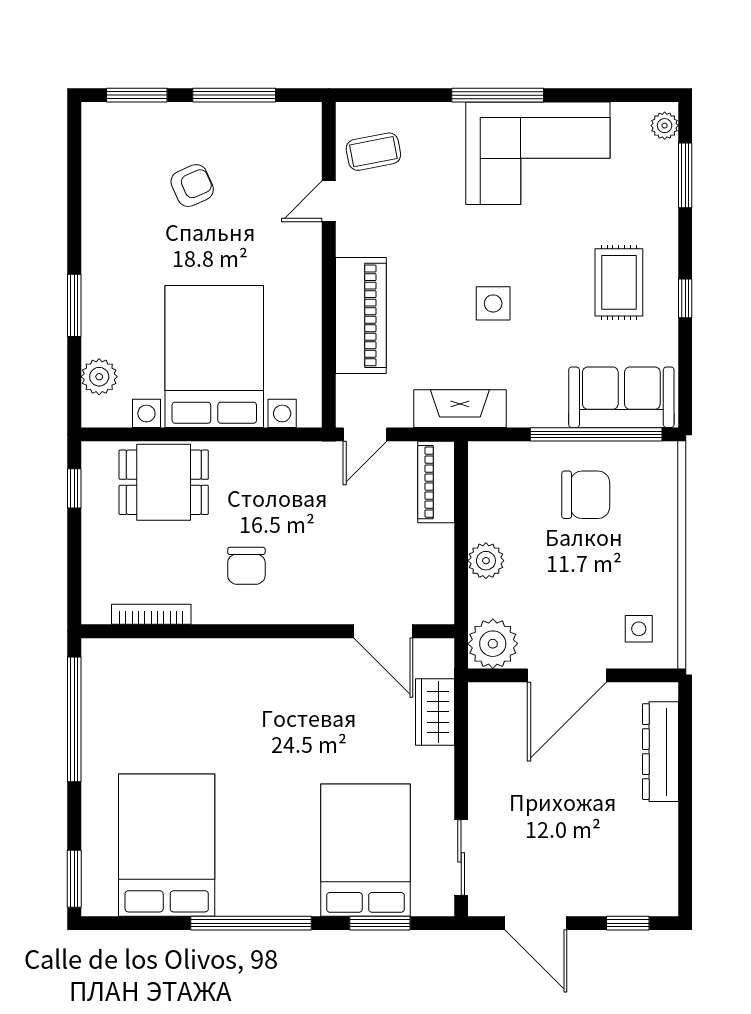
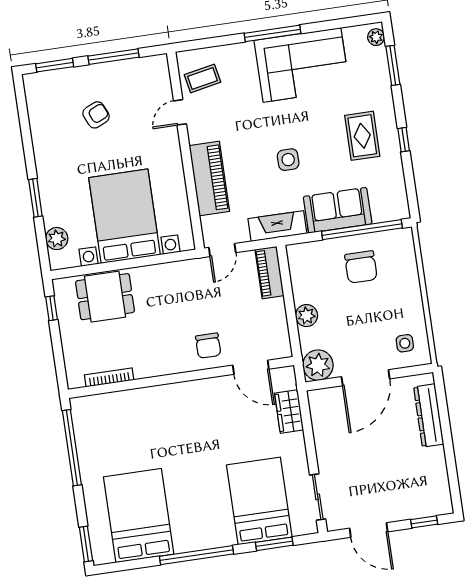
sofa: (621, 397) -> (338, 210), moved
chair: (586, 495) -> (361, 267), turned 90
chair: (246, 566) -> (208, 346), moved

